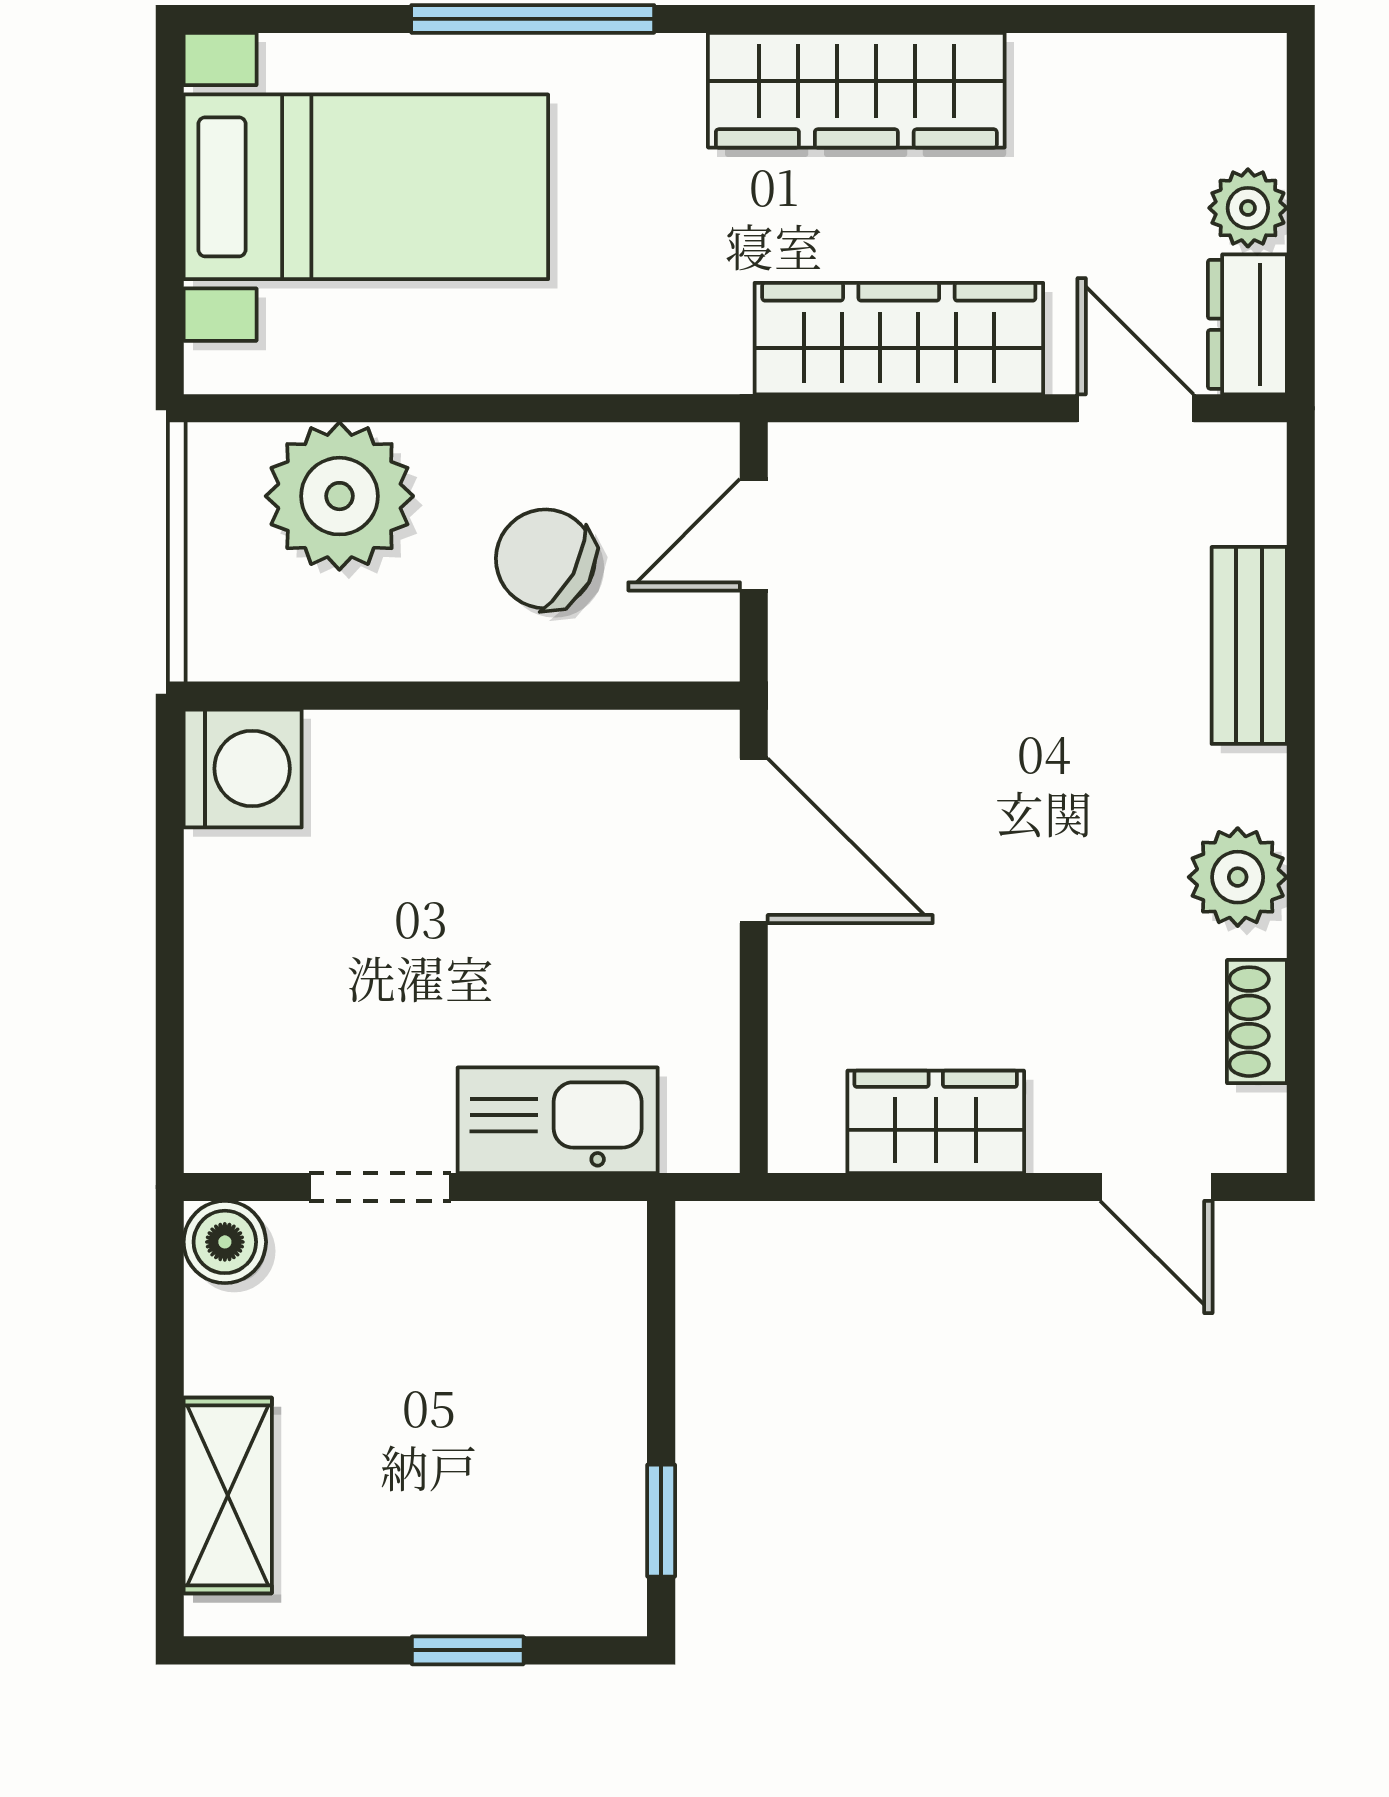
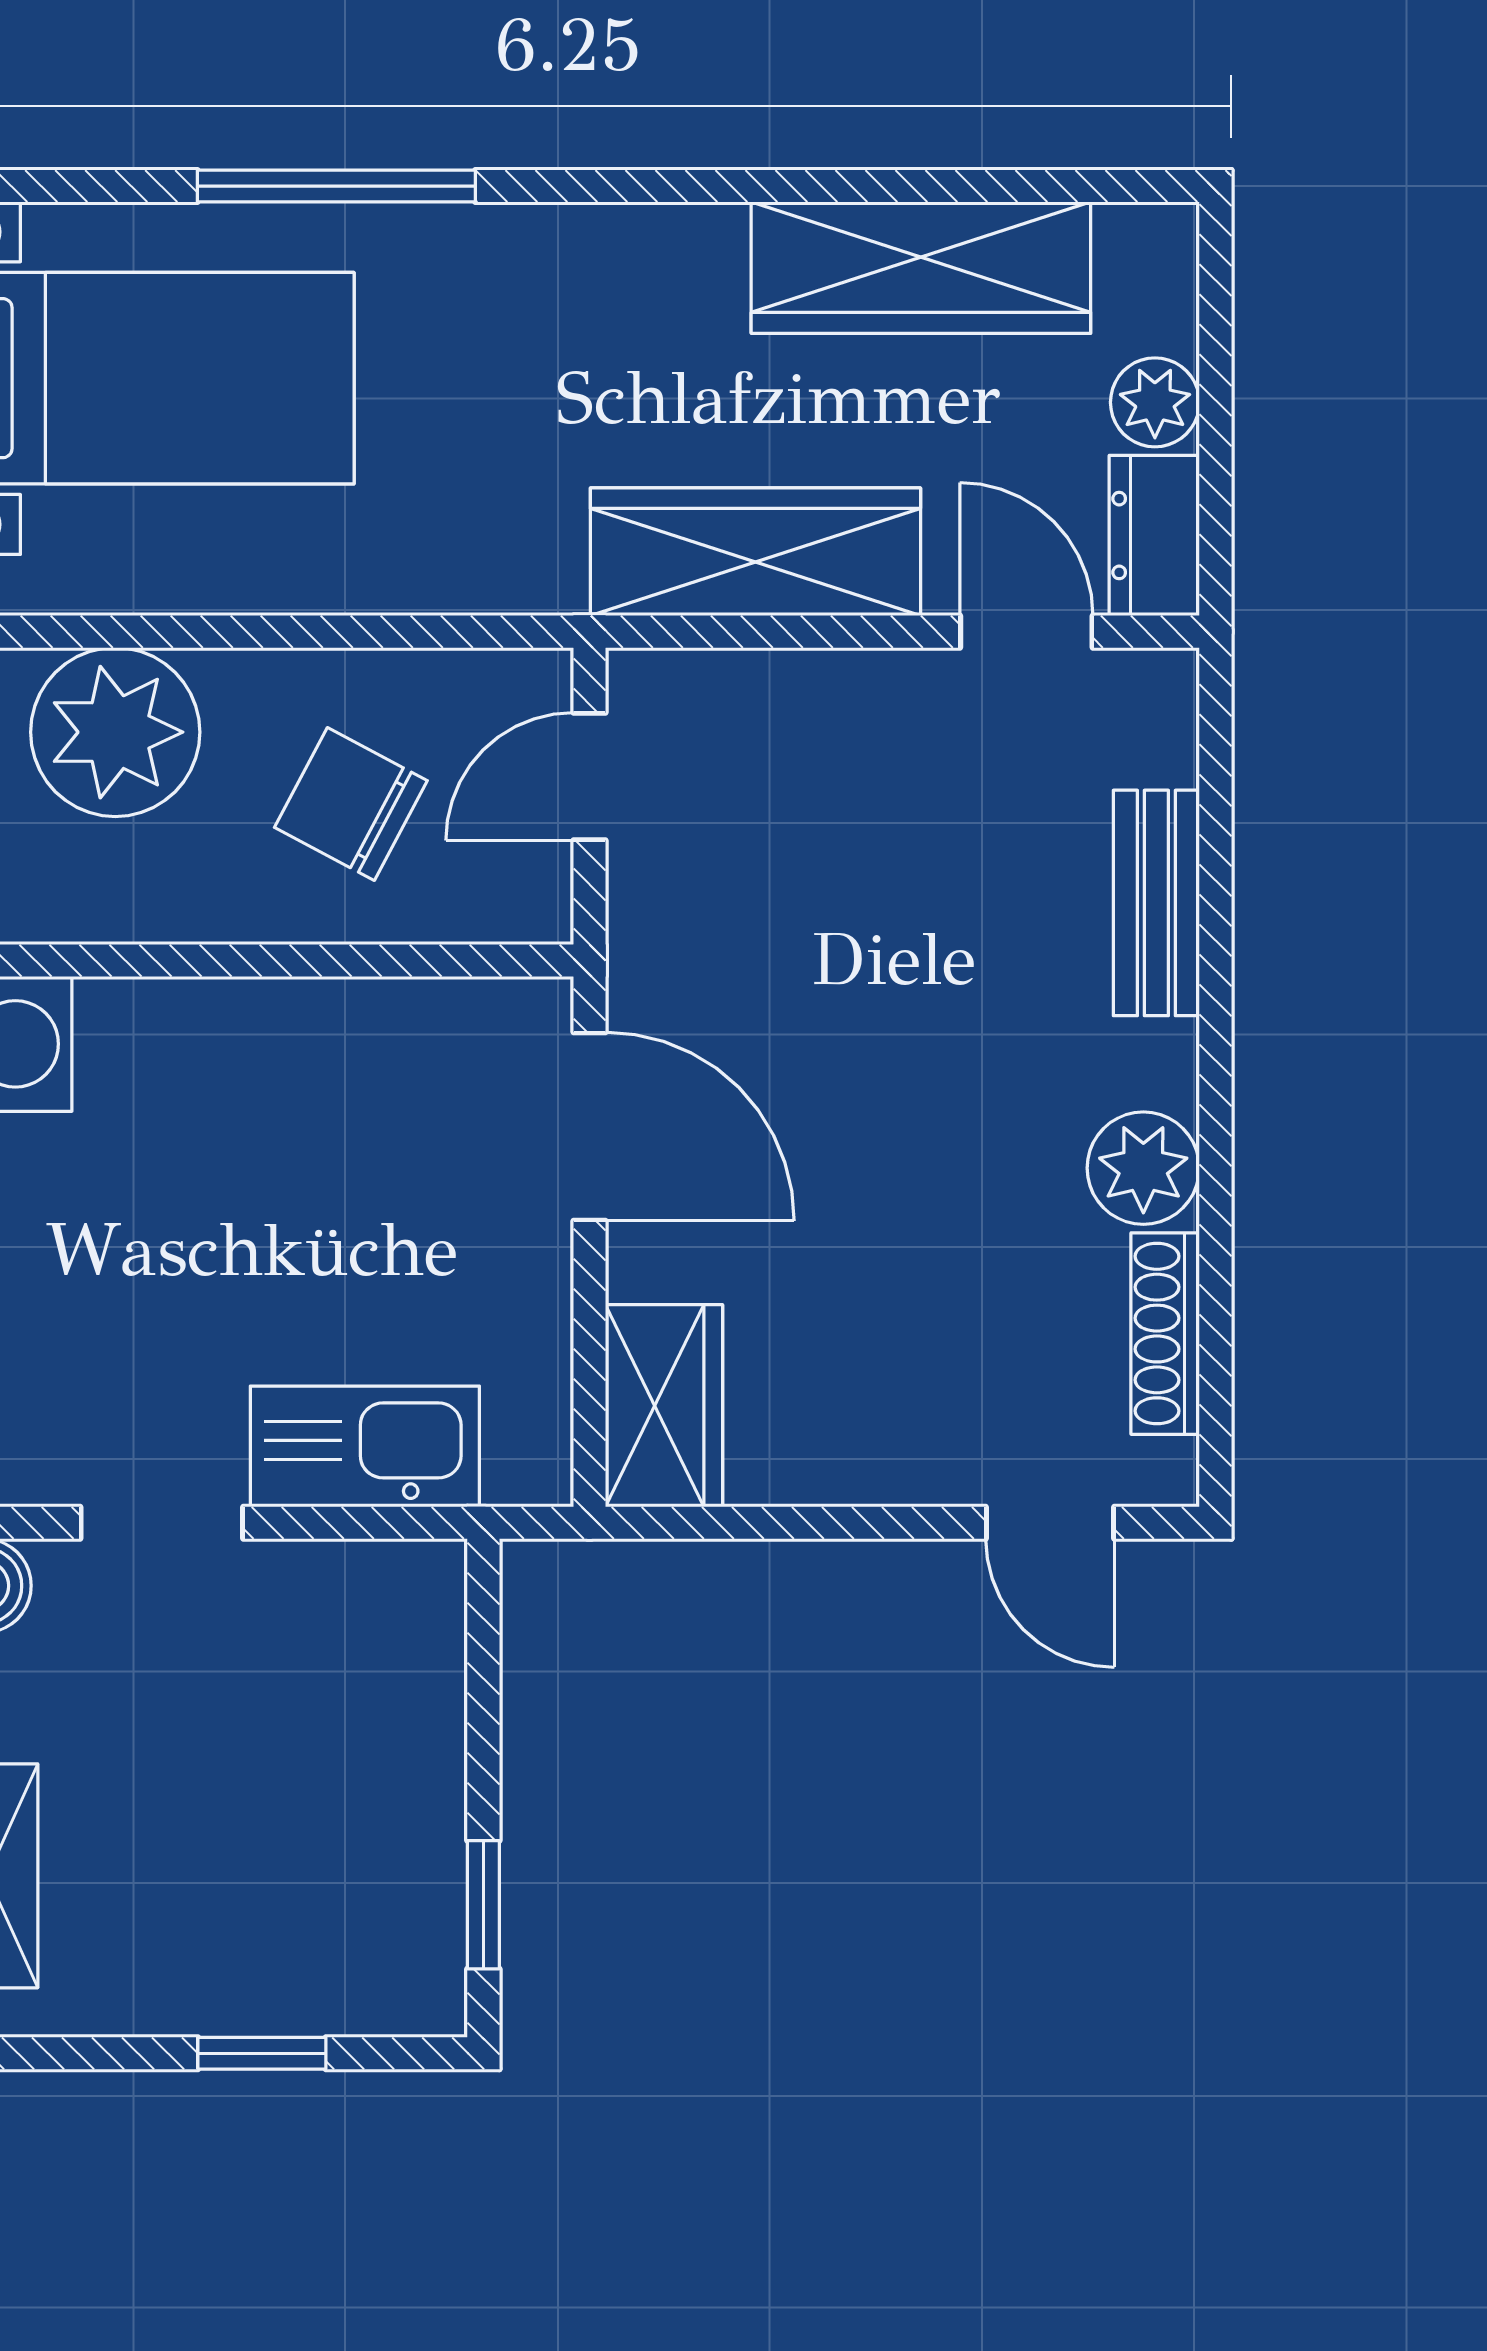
wardrobe: (856, 90) -> (921, 268), moved
shoe rack: (1257, 1022) -> (1165, 1334), width x1.43
wardrobe: (936, 1122) -> (664, 1406), moved, turned 90

